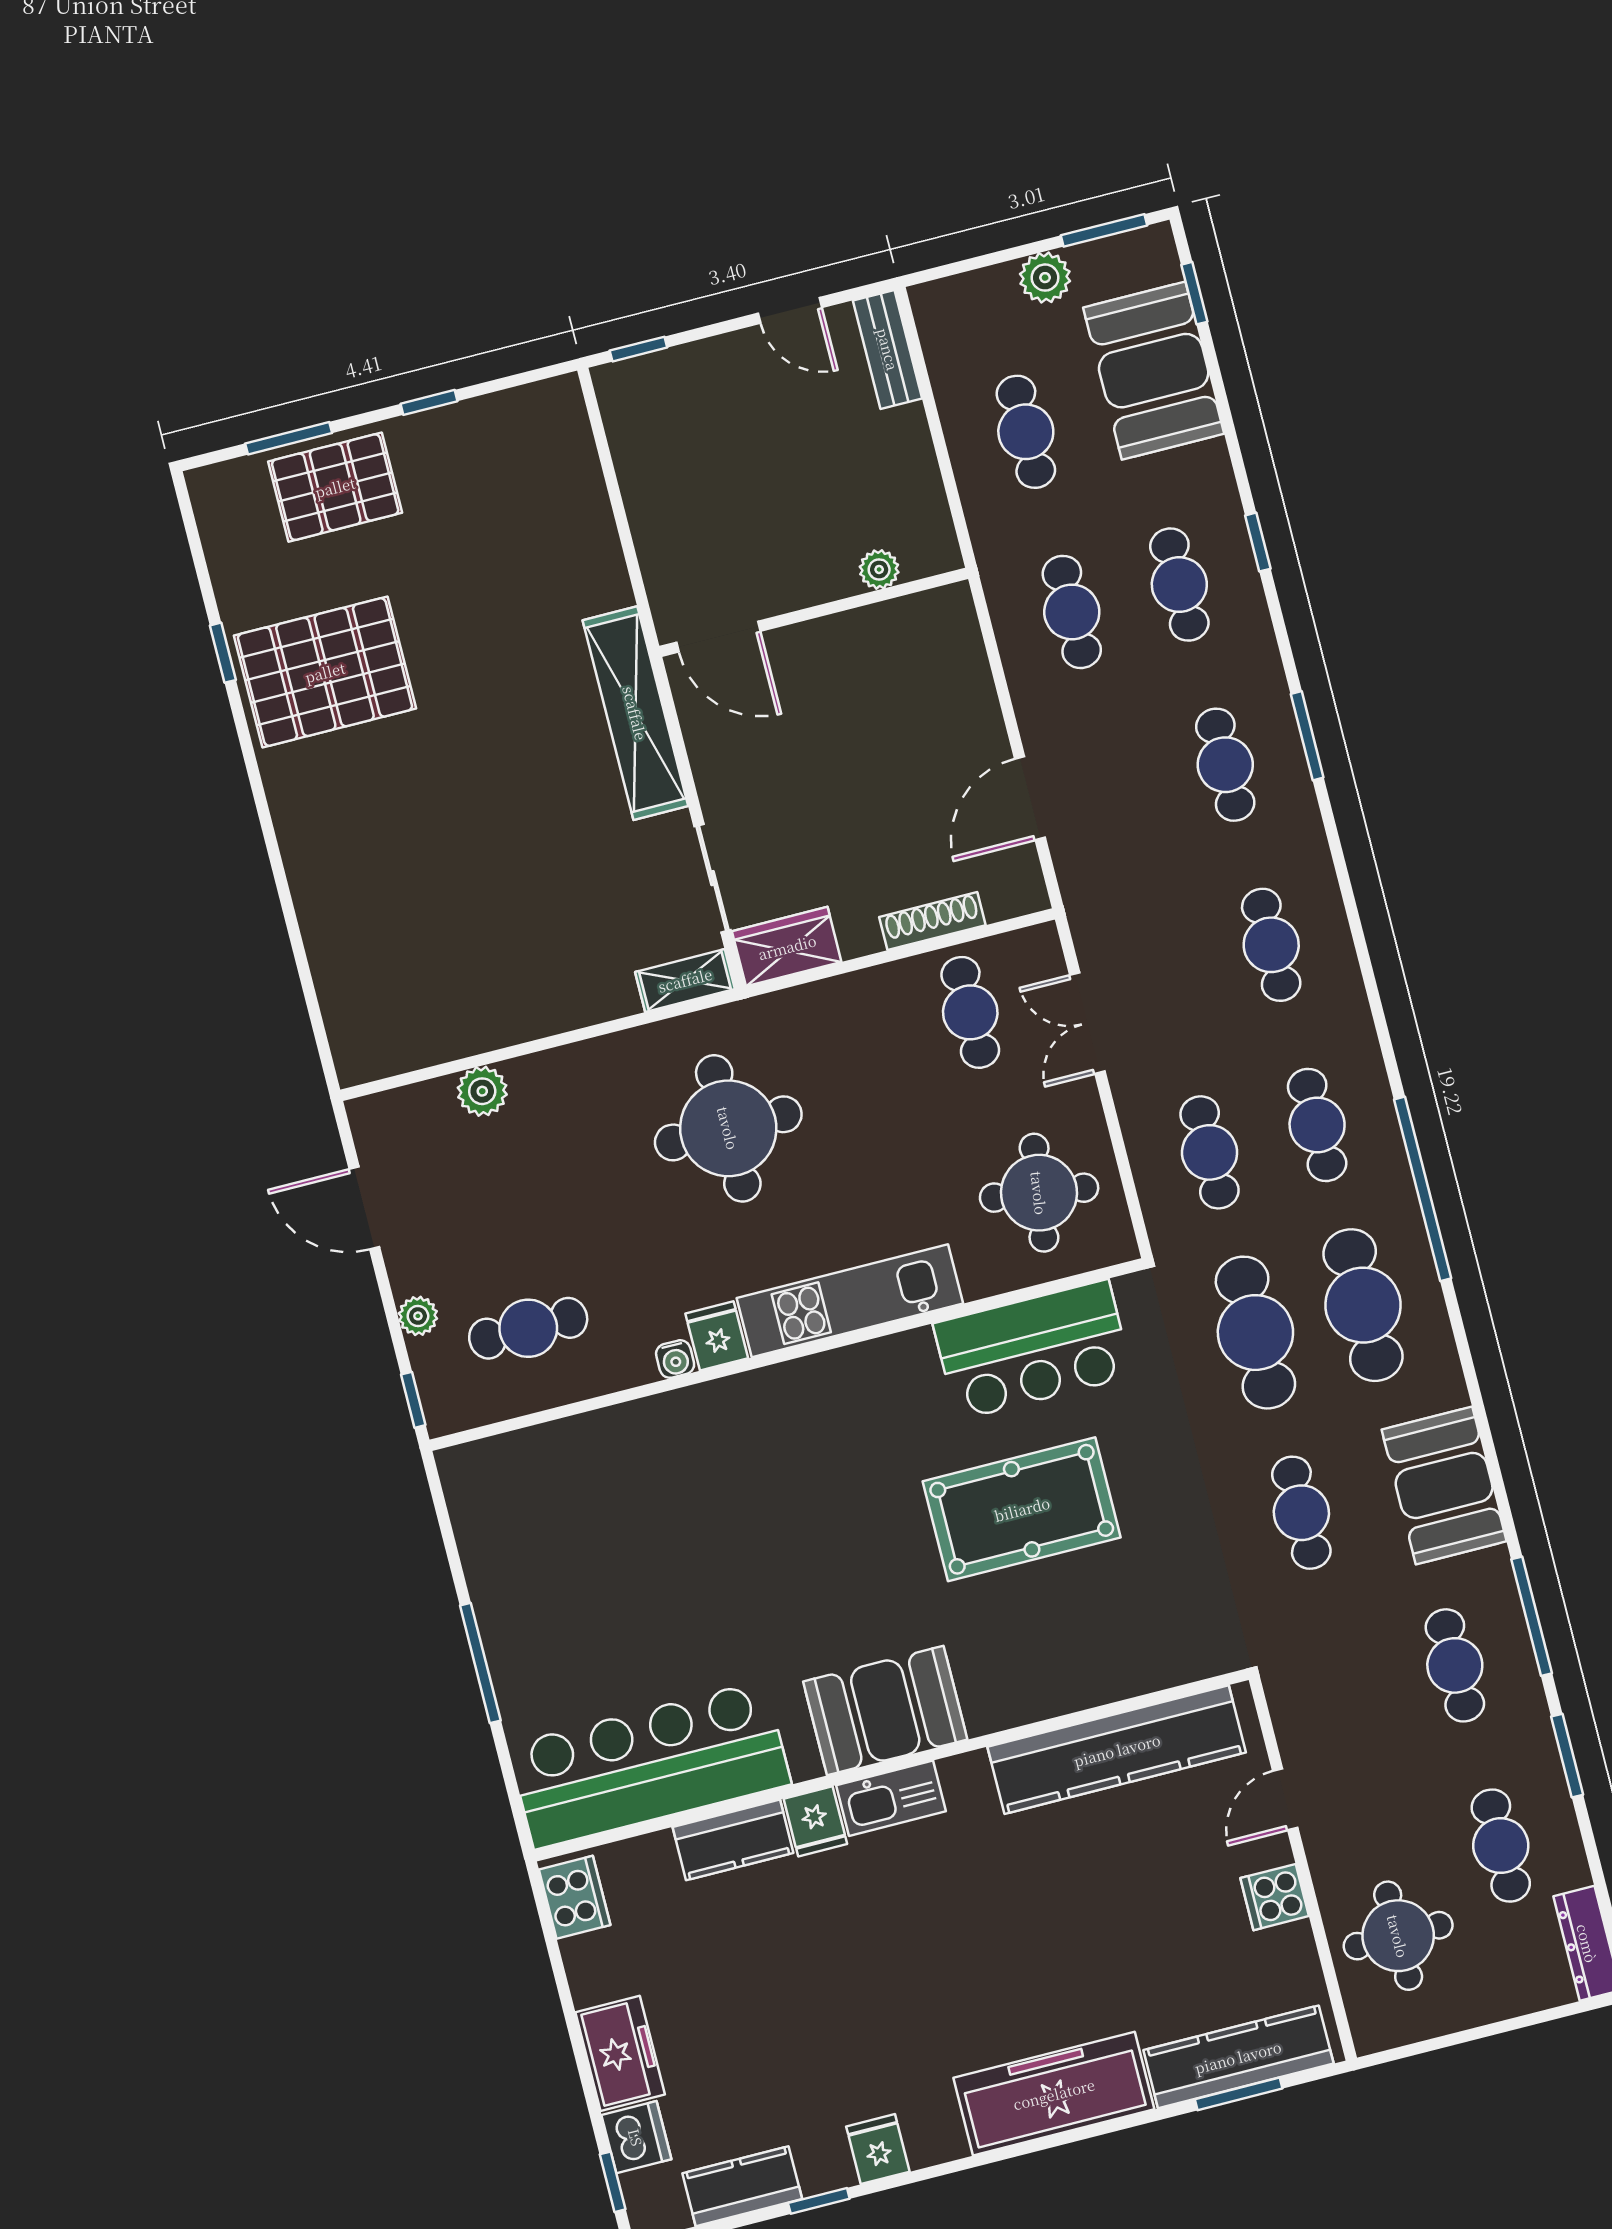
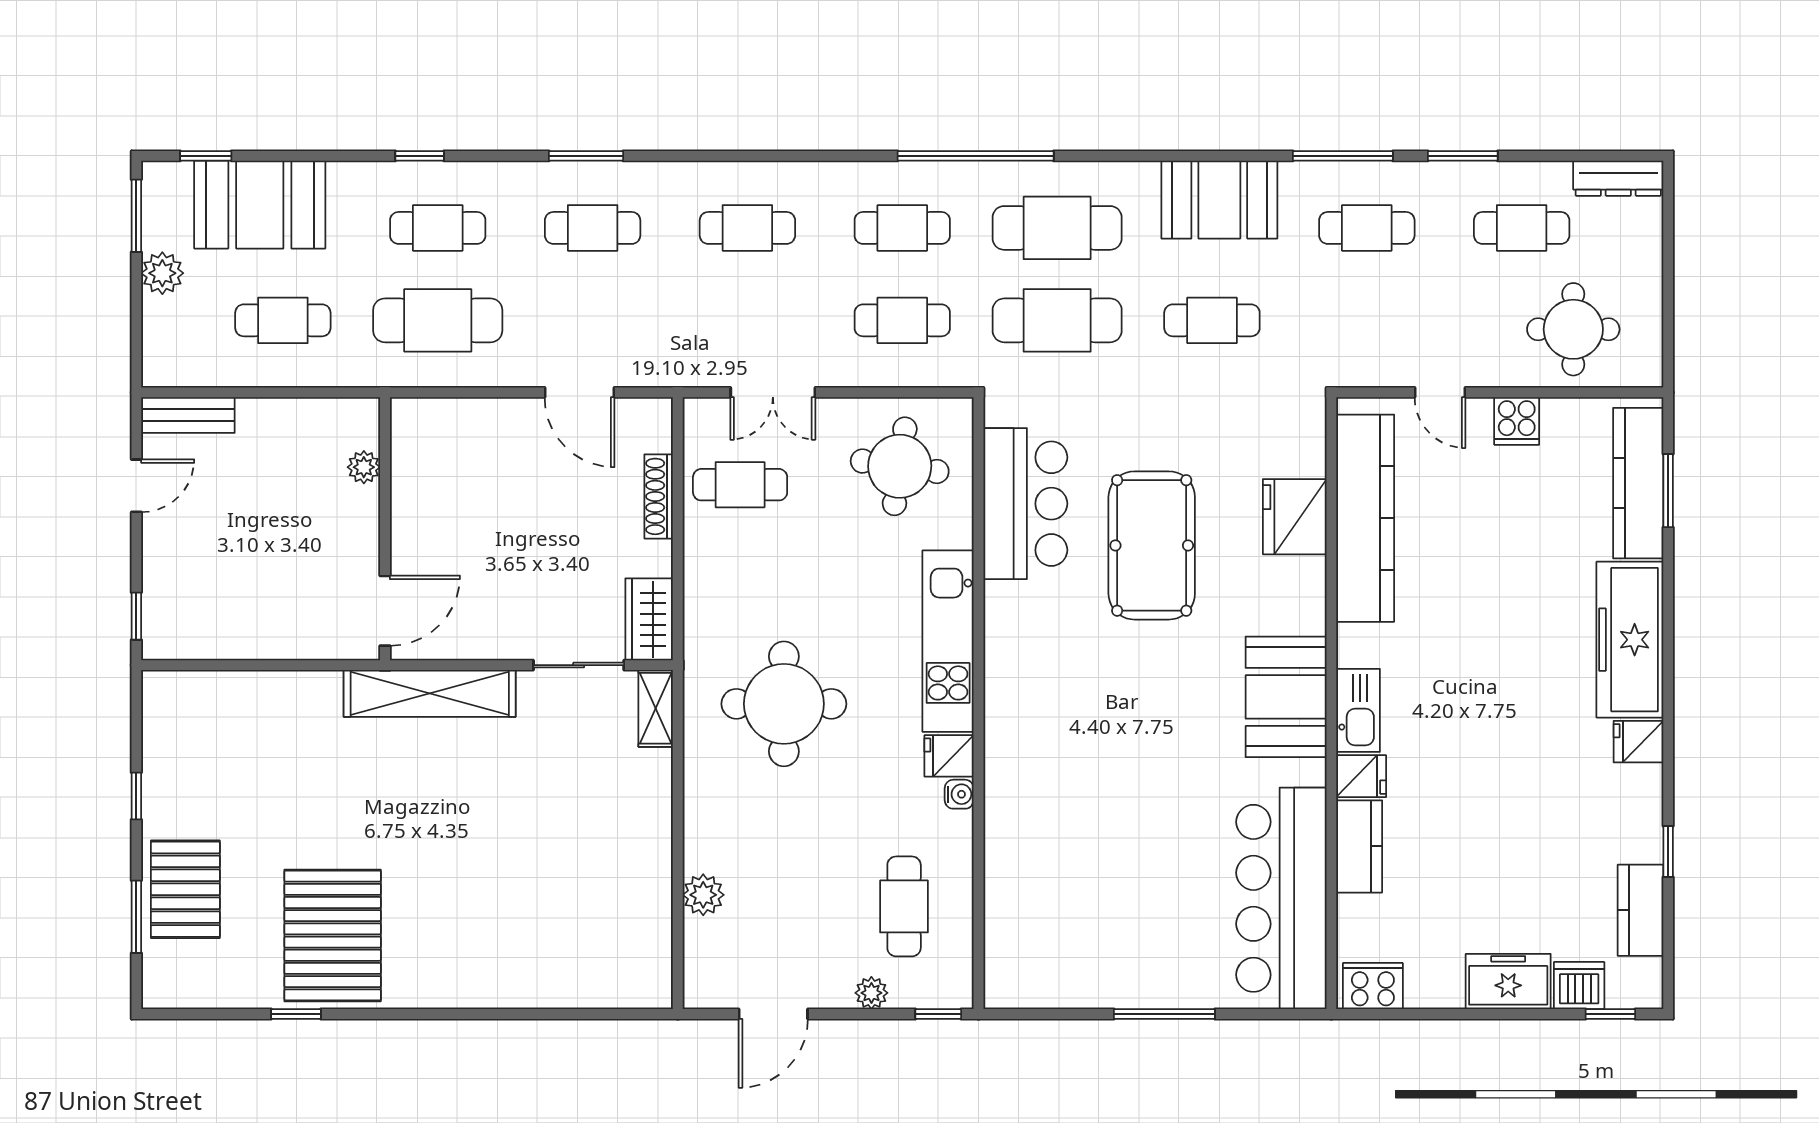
cafe table: (1072, 612) -> (438, 320), width x1.37, depth x1.35
fridge: (1097, 1667) -> (1295, 517), added
fridge: (878, 2149) -> (1638, 742), moved

